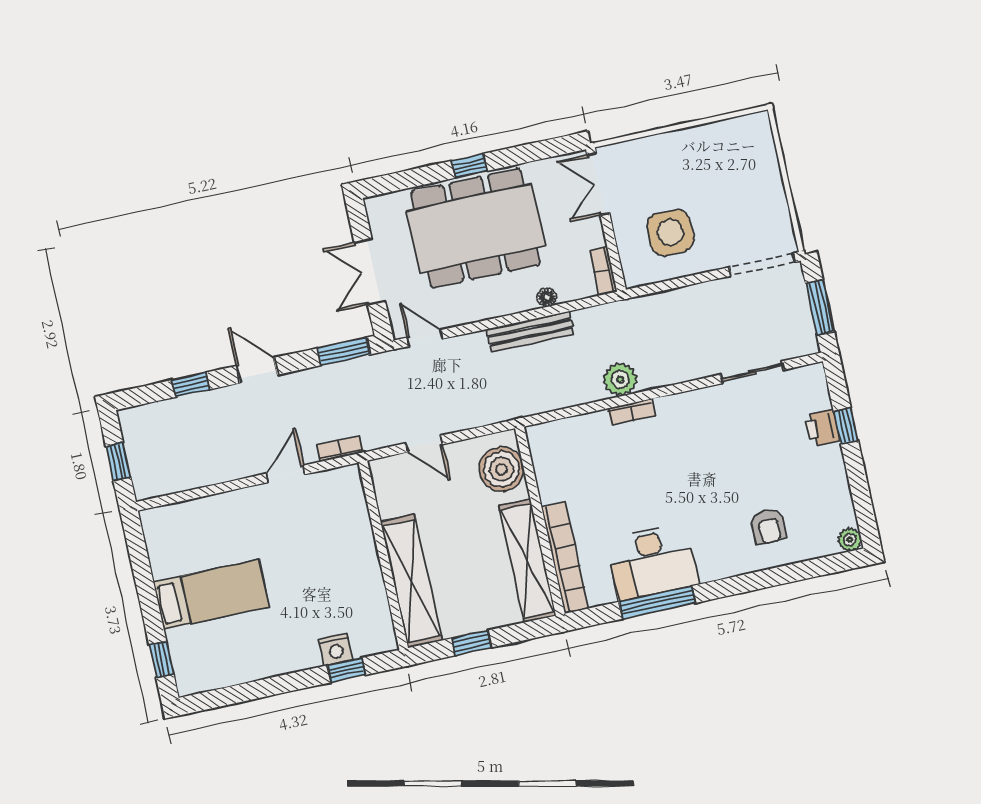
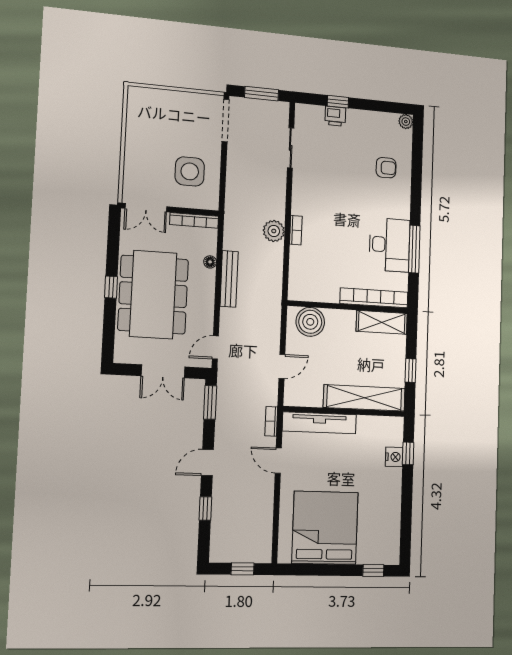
bookcase: (603, 271) -> (194, 220), width x1.56
tv unit: (356, 522) -> (319, 423), added
shelving: (527, 561) -> (382, 322), width x0.68
bed: (211, 594) -> (325, 528), width x2.04

